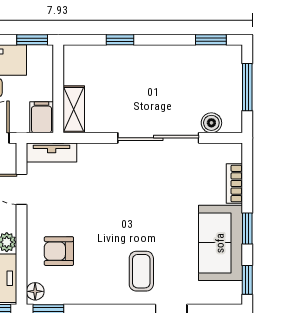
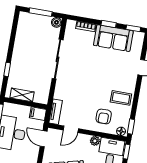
window: (211, 40) -> (15, 26), removed
shelving: (74, 109) -> (22, 95), moved
boiler: (211, 123) -> (57, 22), moved
coffee table: (141, 271) -> (121, 98), moved

